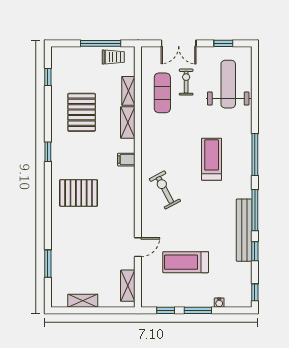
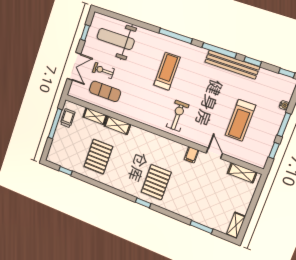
pallet: (82, 112) -> (98, 156), turned 90
window: (48, 152) -> (143, 203), moved
treadmill: (212, 159) -> (167, 71), turned 90
filing cabinet: (126, 160) -> (192, 155), moved
exercise bike: (165, 190) -> (178, 116), turned 118
shelving: (83, 301) -> (236, 225), moved

